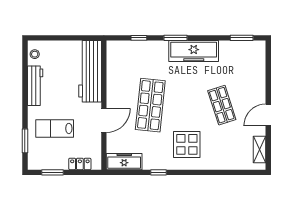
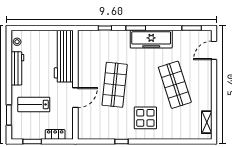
shop shelf: (222, 105) -> (175, 85), width x1.43, depth x1.36
door: (268, 115) -> (214, 50), moved
freezer: (124, 162) -> (93, 132), removed

